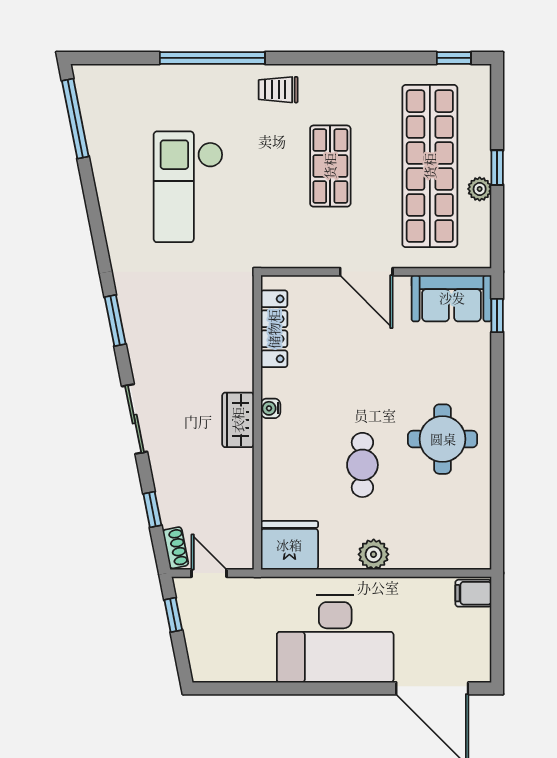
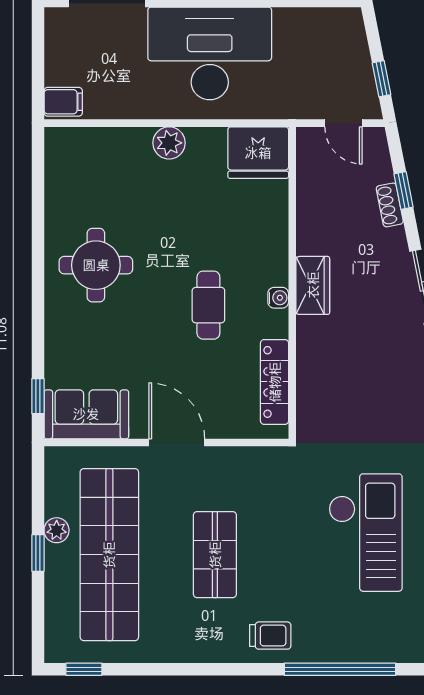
cafe table: (362, 465) -> (208, 305), moved
shoe rack: (176, 548) -> (390, 205), moved

